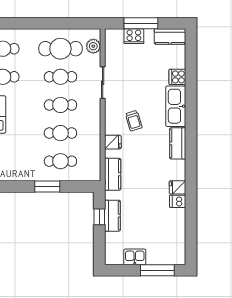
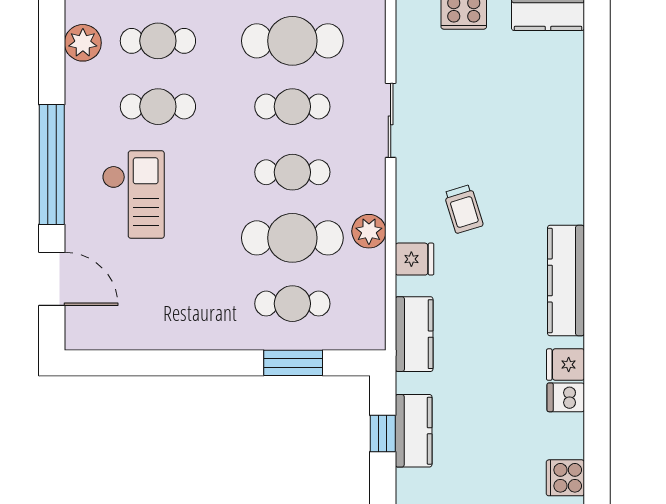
plant: (93, 46) -> (369, 231), moved
cooker: (177, 77) -> (565, 478), moved
kitchen sink: (176, 106) -> (562, 175), removed
cafe table: (60, 133) -> (292, 238), width x1.37, depth x1.35
kitchen counter: (178, 143) -> (566, 281), width x1.50
window: (47, 187) -> (293, 363), moved

